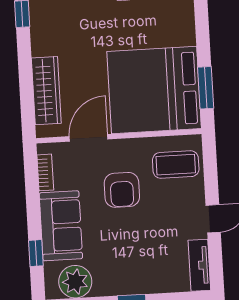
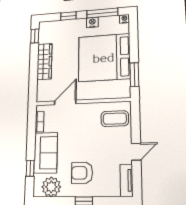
bed: (154, 90) -> (104, 58), moved
wardrobe: (46, 91) -> (44, 61), moved
armchair: (122, 190) -> (82, 173), moved, turned 90

